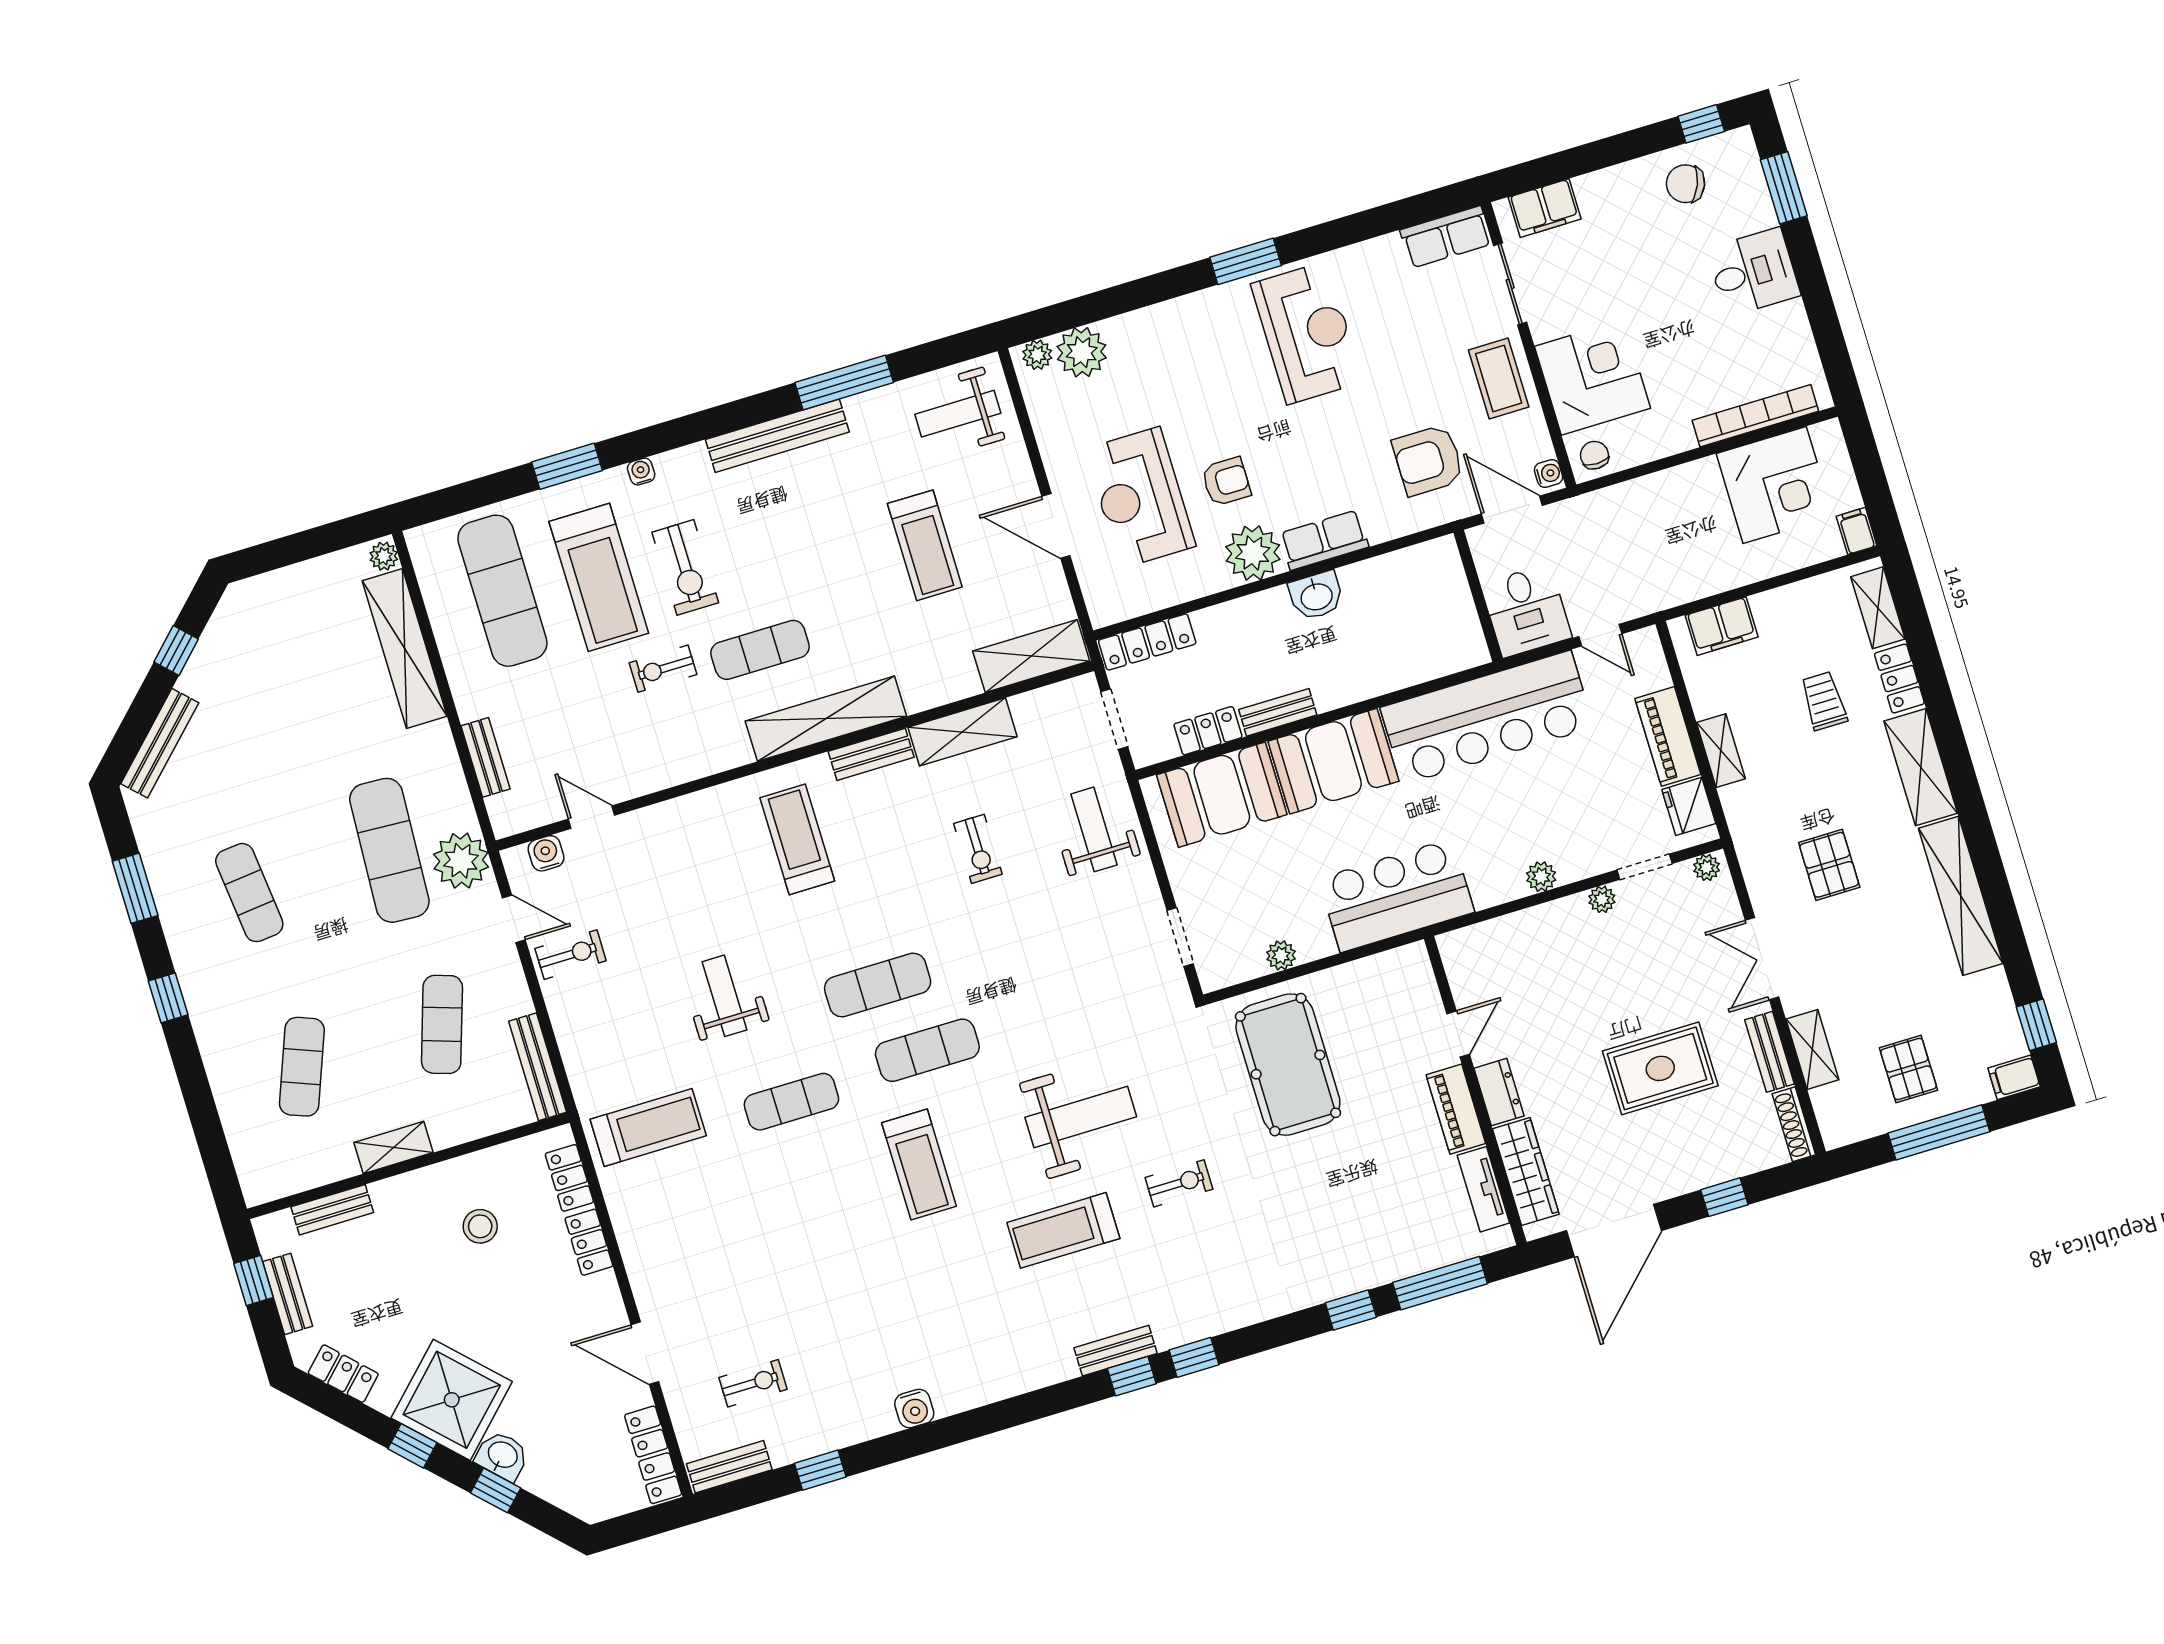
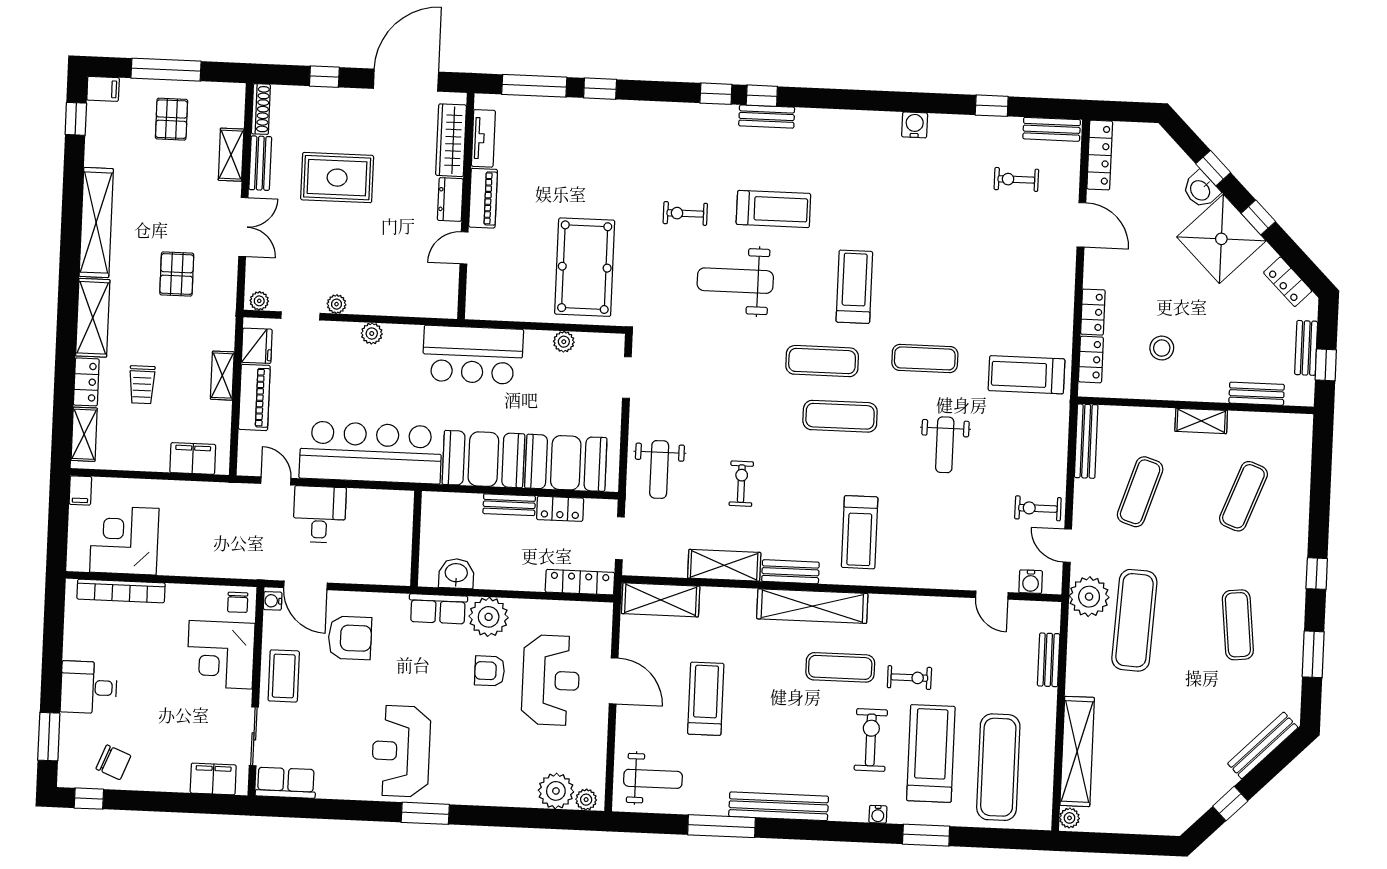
wall: (1478, 596) -> (416, 539), moved

